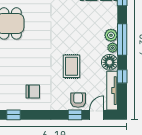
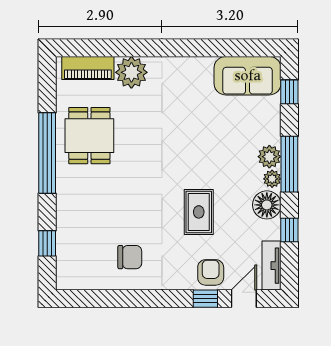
tv unit: (112, 91) -> (272, 266), width x0.71
window: (13, 115) -> (95, 299), removed

